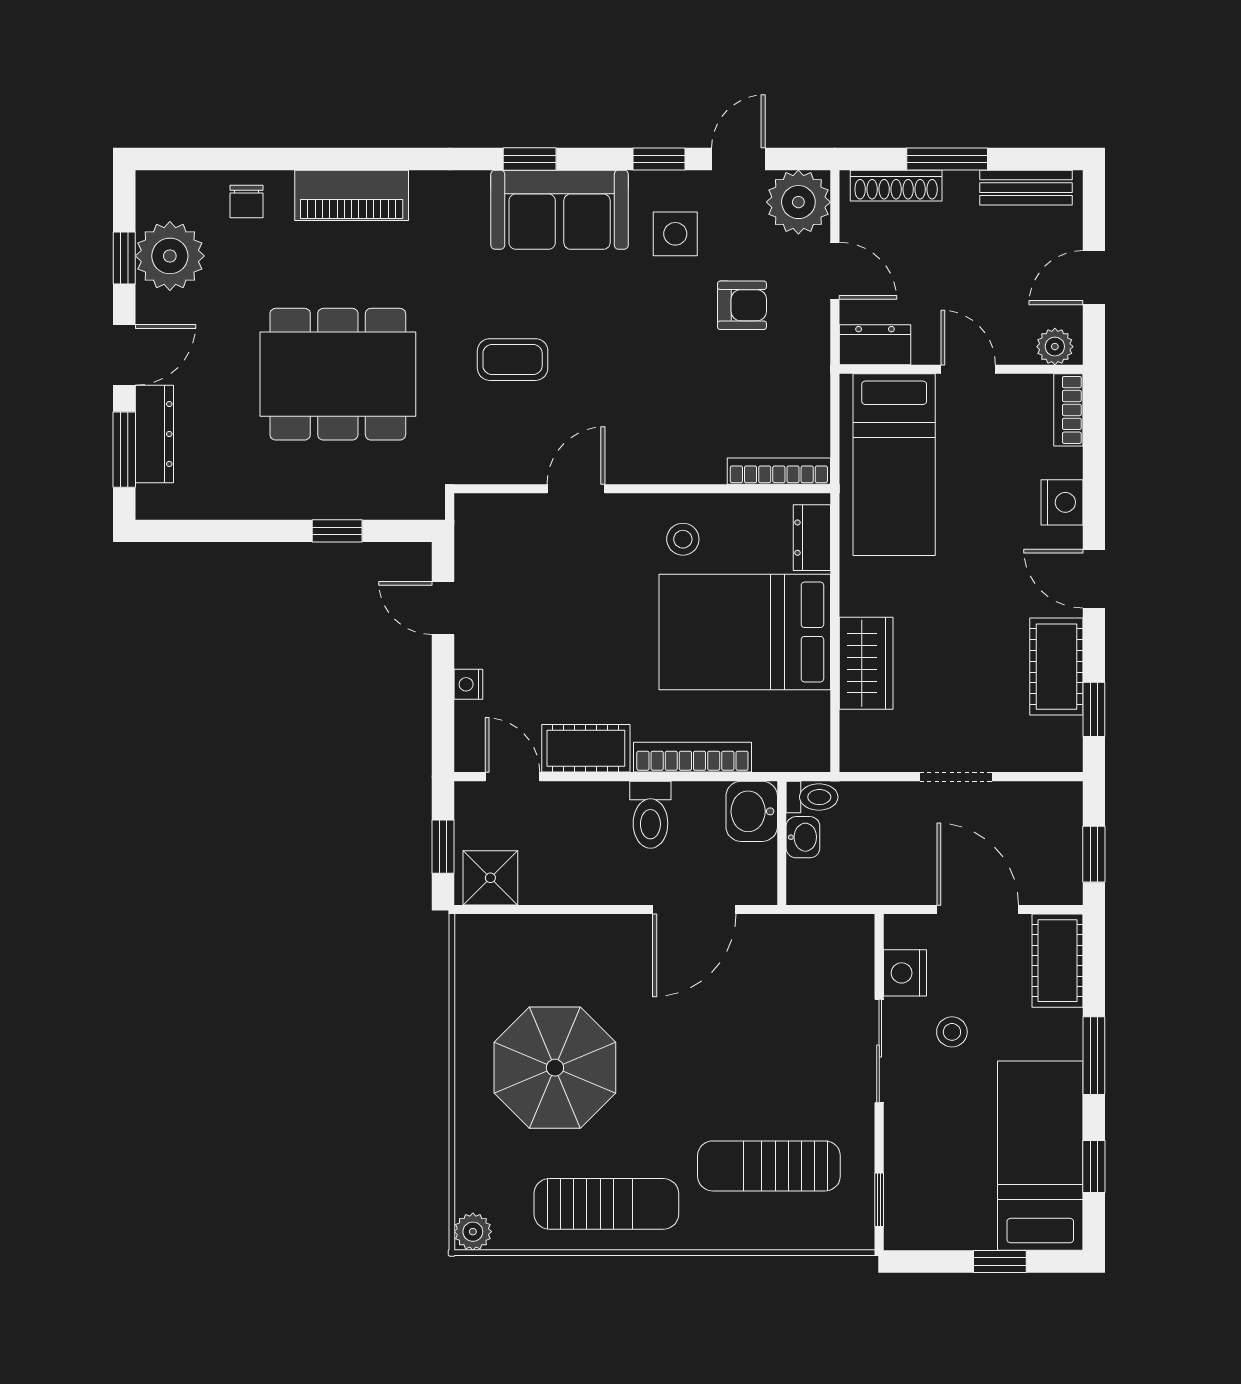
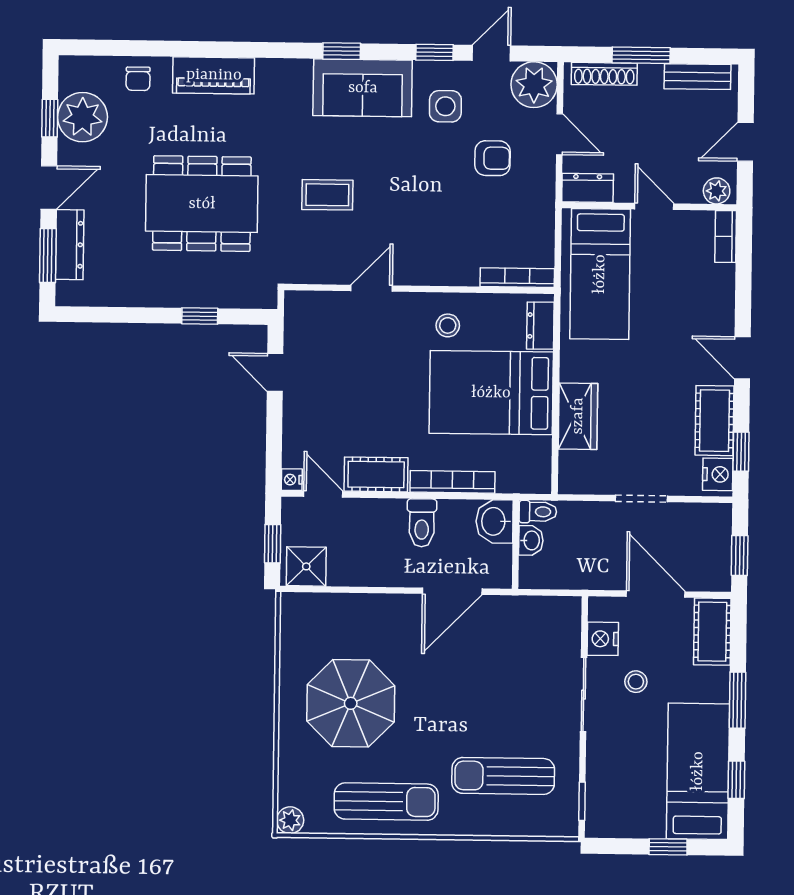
nightstand: (1062, 502) -> (718, 474), moved
nightstand: (468, 684) -> (292, 480), moved

